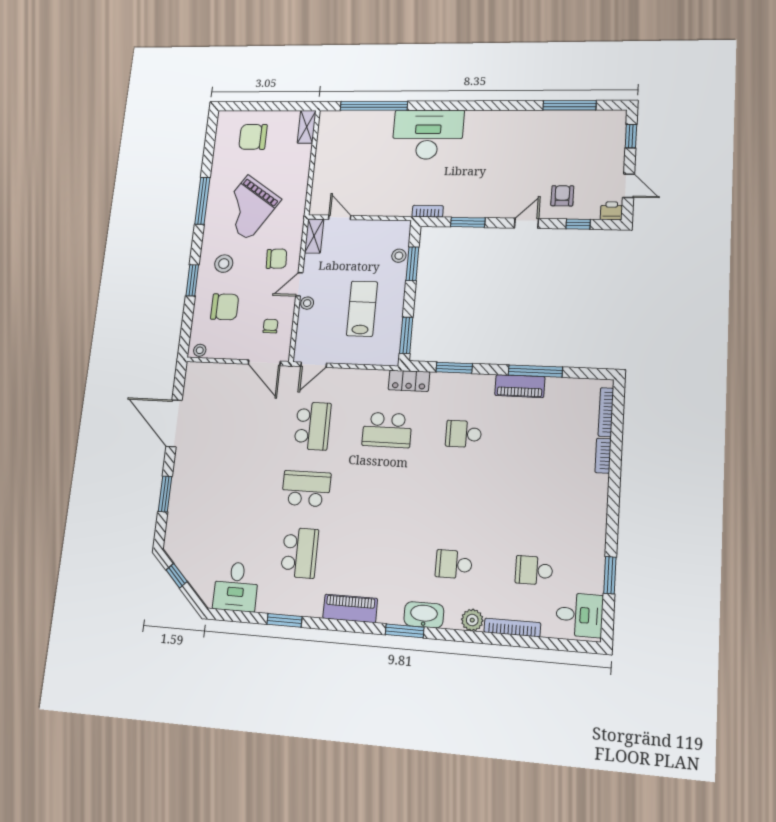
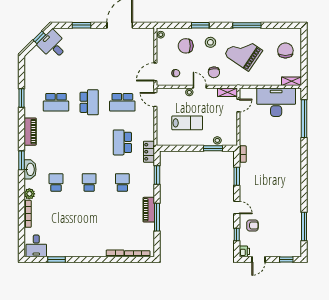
desk: (428, 135) -> (276, 102), moved, turned -90
chair: (225, 307) -> (186, 46), turned 90
window: (406, 335) -> (173, 148), removed
school desk: (534, 570) -> (89, 182), moved
desk: (236, 587) -> (53, 45), moved, turned 45

